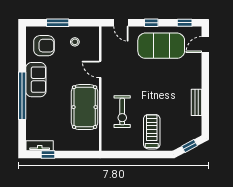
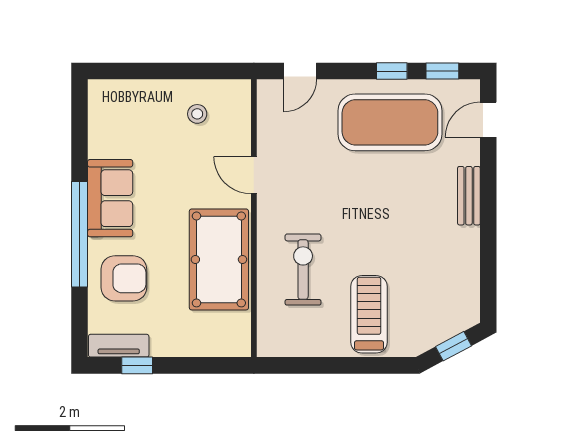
window: (58, 23) -> (159, 71), removed
door: (121, 23) -> (300, 71), hinge flipped
window: (151, 23) -> (392, 71), moved
armchair: (44, 46) -> (124, 278), moved
bench: (197, 102) -> (469, 196), moved
exercise bike: (122, 112) -> (303, 270), turned 180

